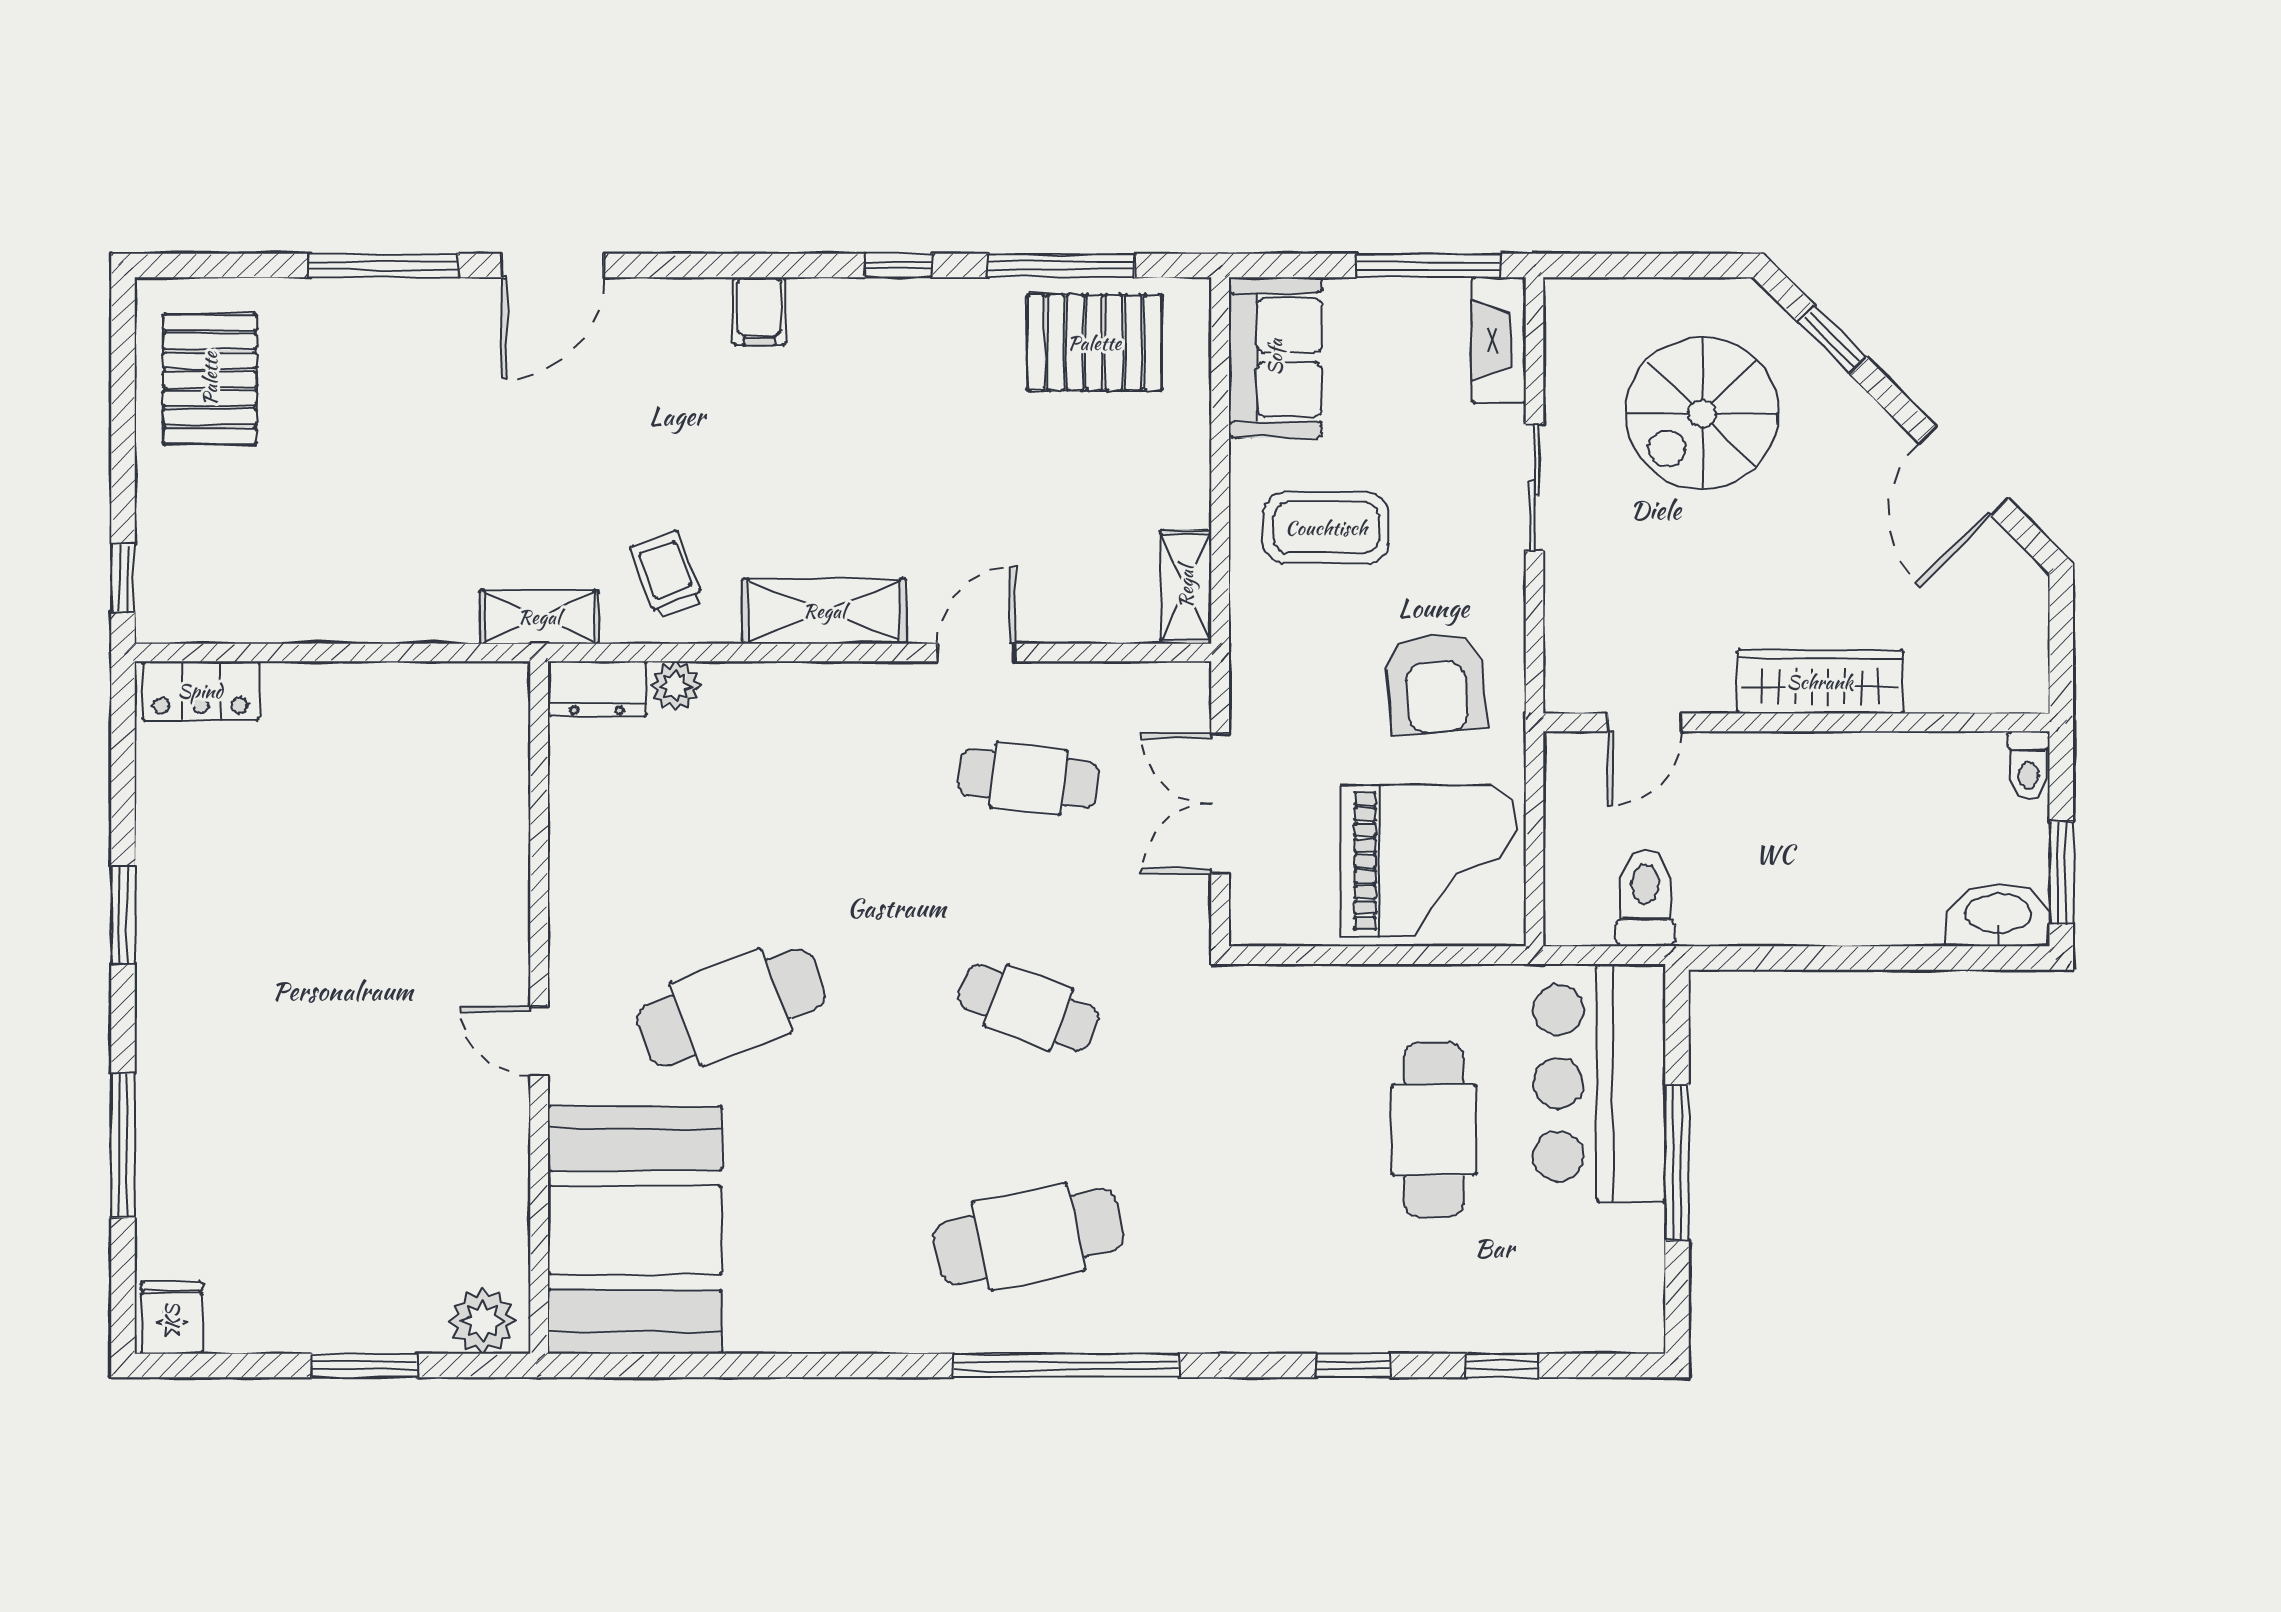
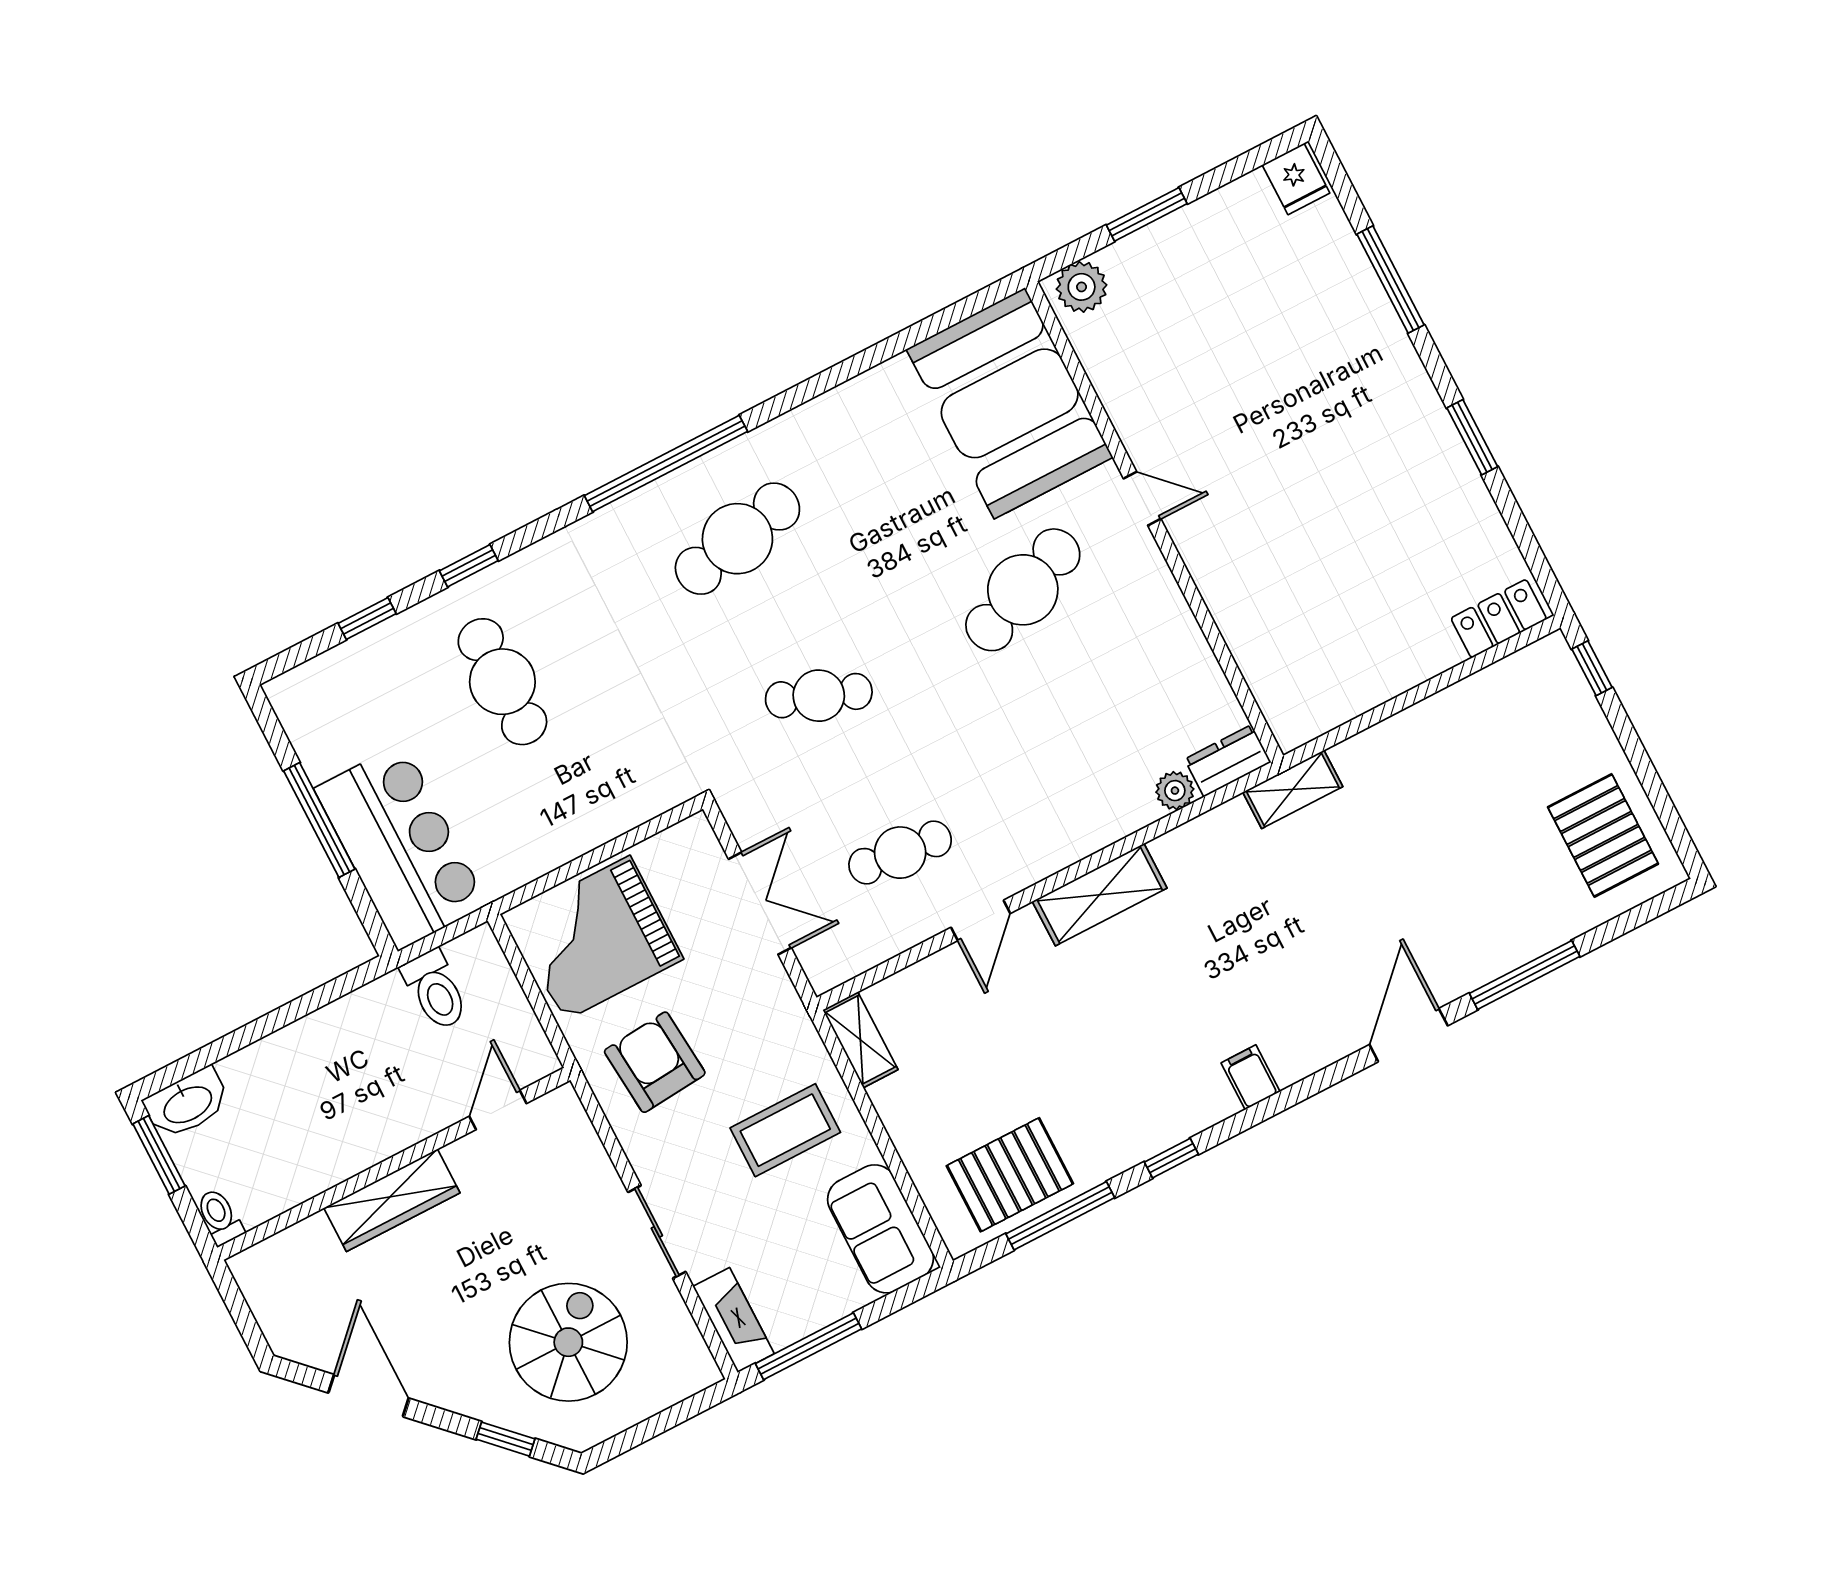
trolley: (667, 575) -> (1220, 864), removed
cafe table: (1434, 1130) -> (502, 682), moved

